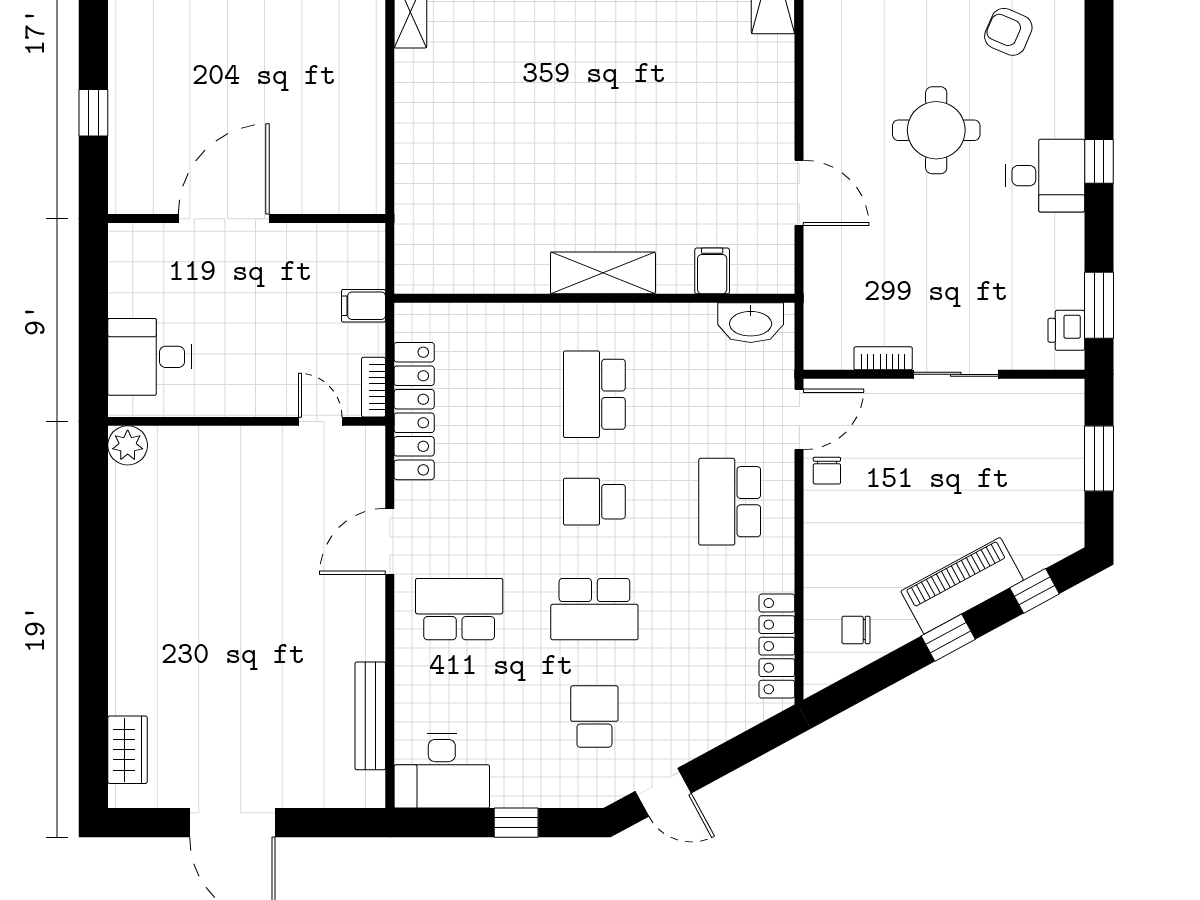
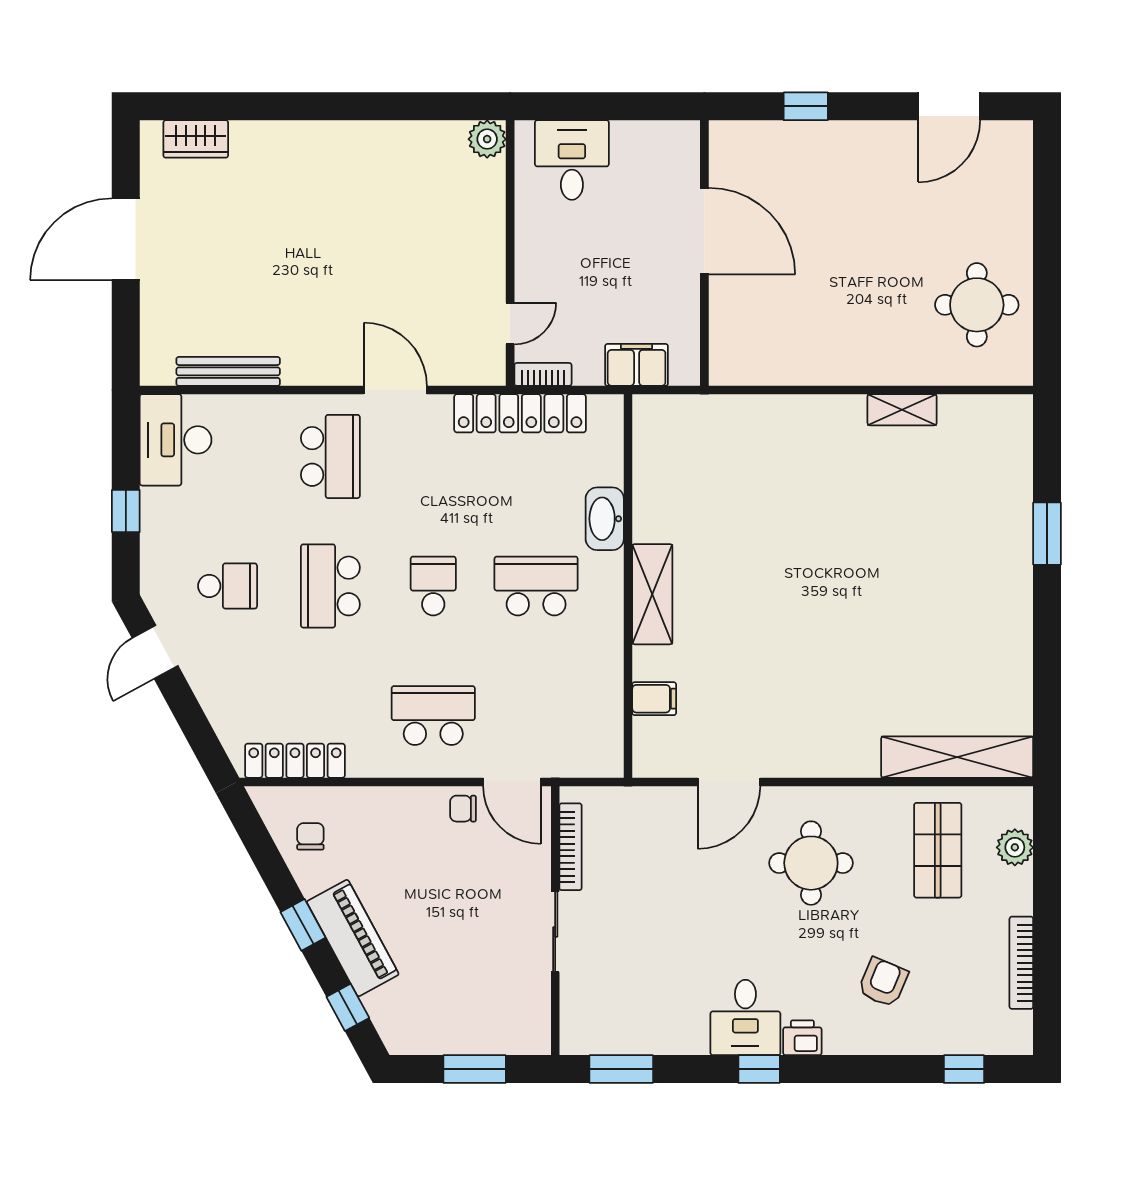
round table: (936, 130) -> (811, 863), moved
filing cabinet: (364, 306) -> (637, 365), width x2.00
washbasin: (751, 323) -> (605, 519), moved
printer: (1066, 330) -> (802, 1038), moved
bookcase: (883, 358) -> (571, 847), width x1.56

